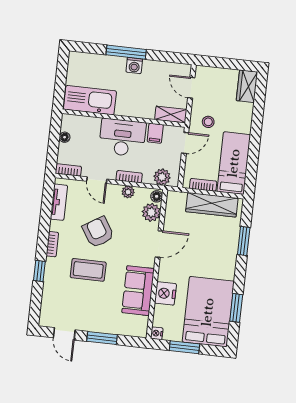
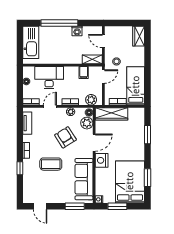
window: (126, 52) -> (59, 23), width x1.46
washing machine: (134, 66) -> (77, 31), moved
kitchen sink: (90, 100) -> (31, 42), moved, turned 90
desk: (122, 138) -> (49, 78), moved
door: (97, 180) -> (50, 106), swing flipped
wardrobe: (212, 205) -> (111, 114), moved
armchair: (98, 232) -> (65, 137), moved
sofa: (138, 291) -> (84, 179), width x1.36
nightstand: (165, 293) -> (102, 160), moved
window: (102, 338) -> (75, 206), moved

